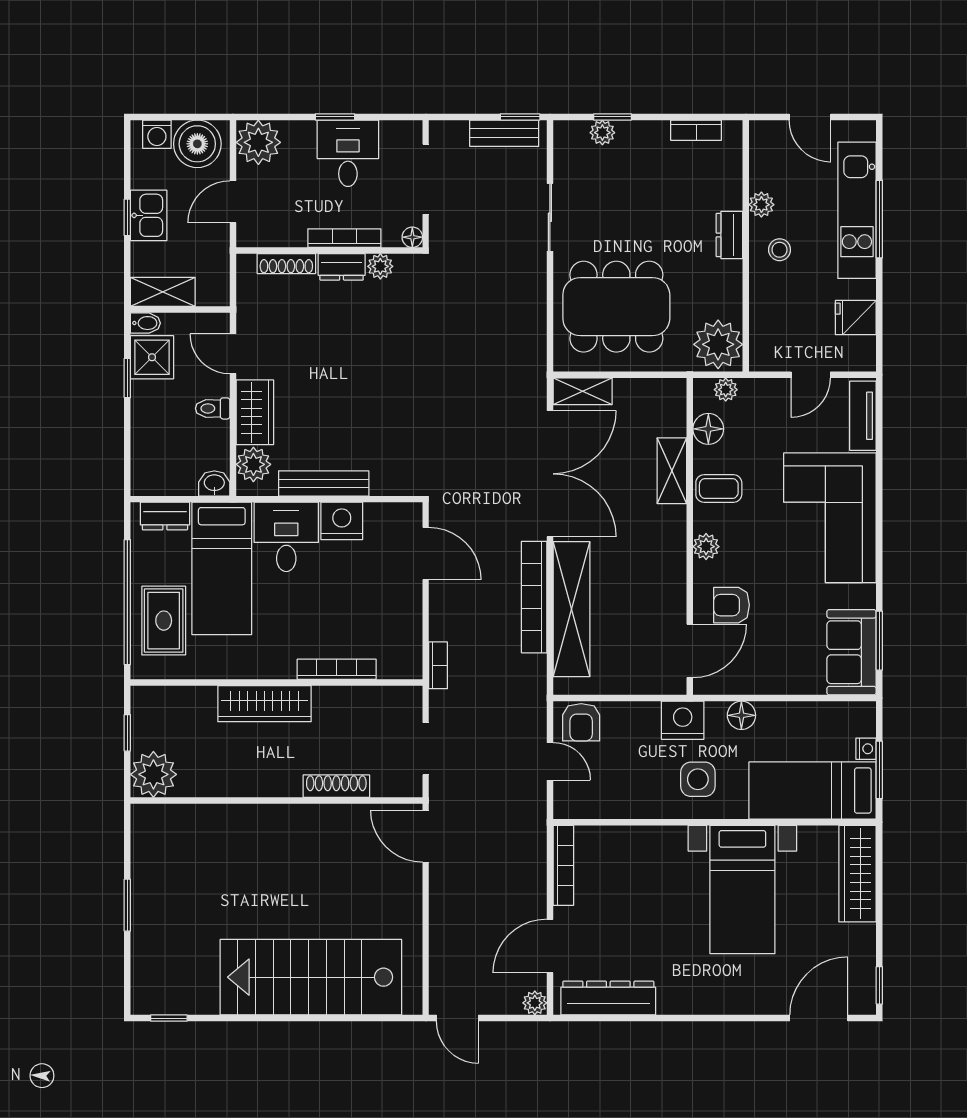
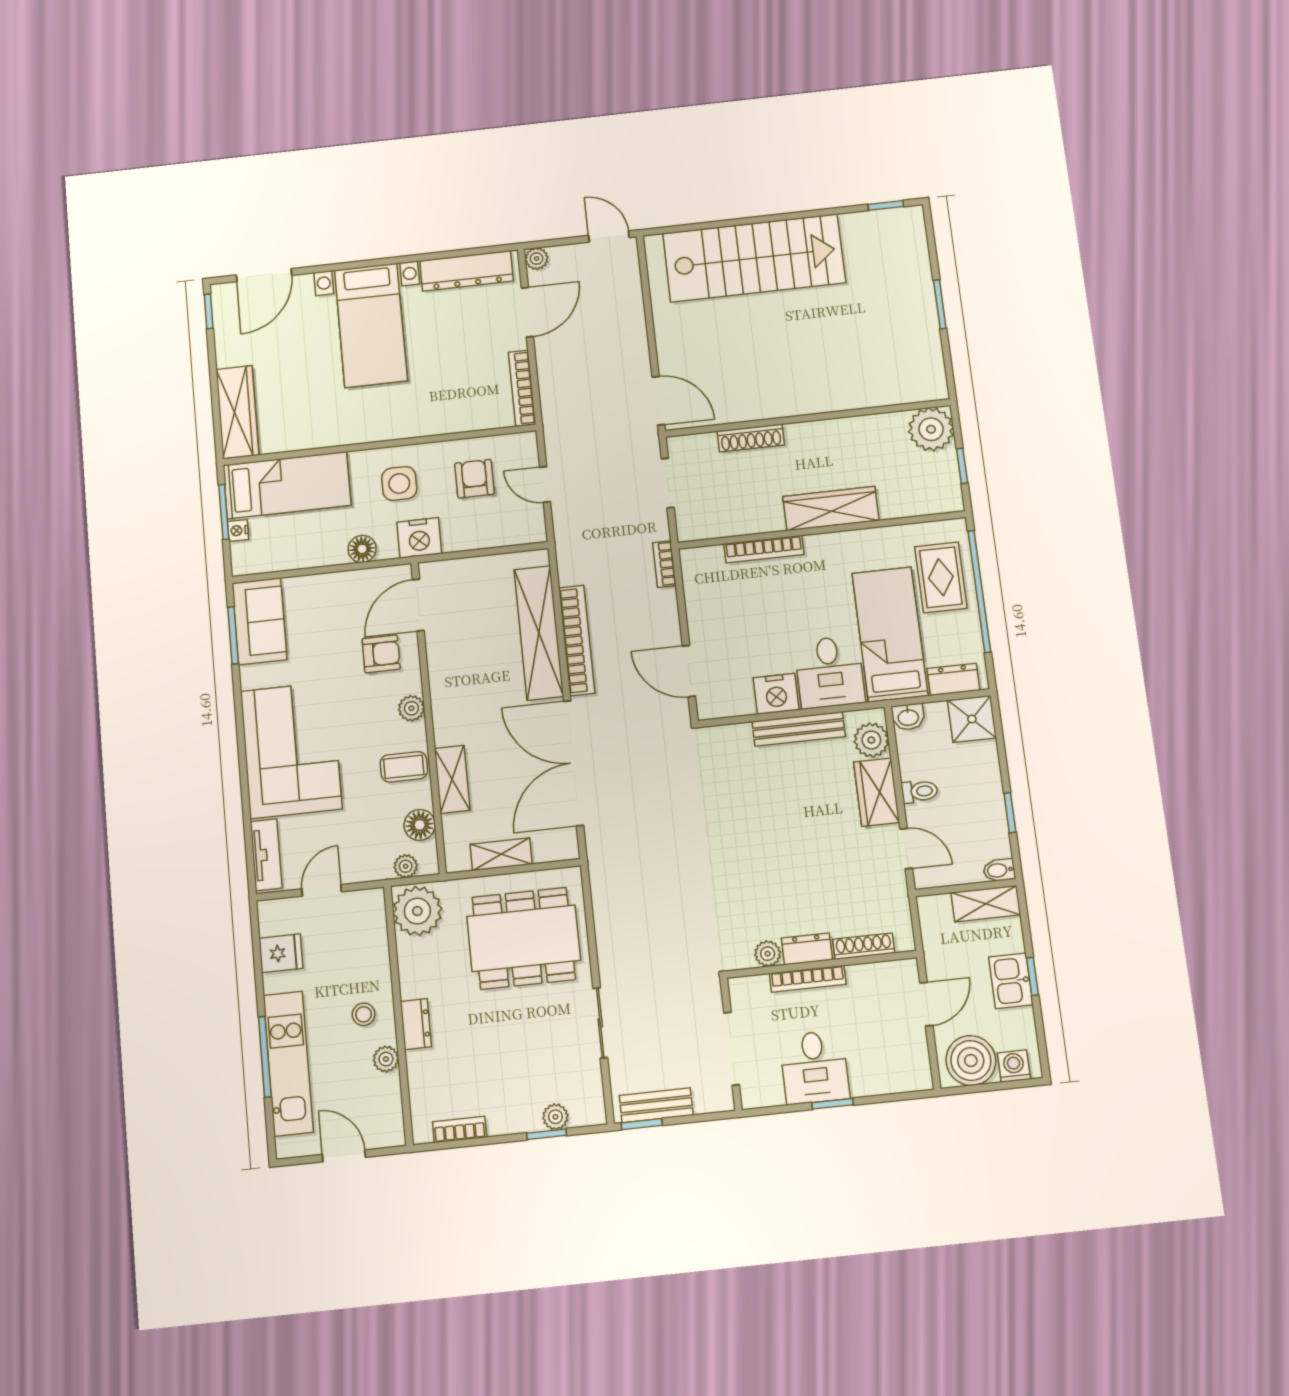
plant: (258, 142) -> (908, 1069), removed
floor lamp: (412, 237) -> (738, 987), removed
shower: (152, 357) -> (972, 719), moved
shelving: (583, 391) -> (501, 854), moved
armchair: (581, 722) -> (474, 479), moved
bed with nightstands: (742, 890) -> (371, 325), moved, turned 180

